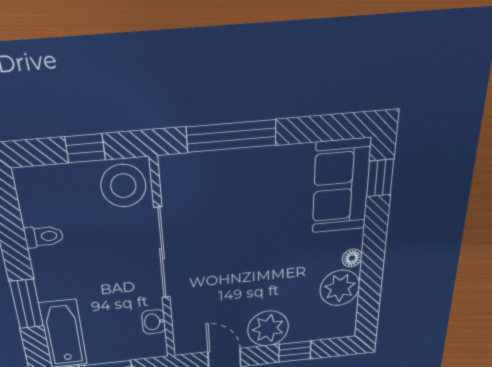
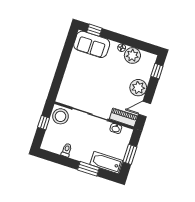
window: (231, 136) -> (59, 75), removed
piano: (187, 327) -> (124, 117), added
window: (295, 352) -> (157, 71), moved

